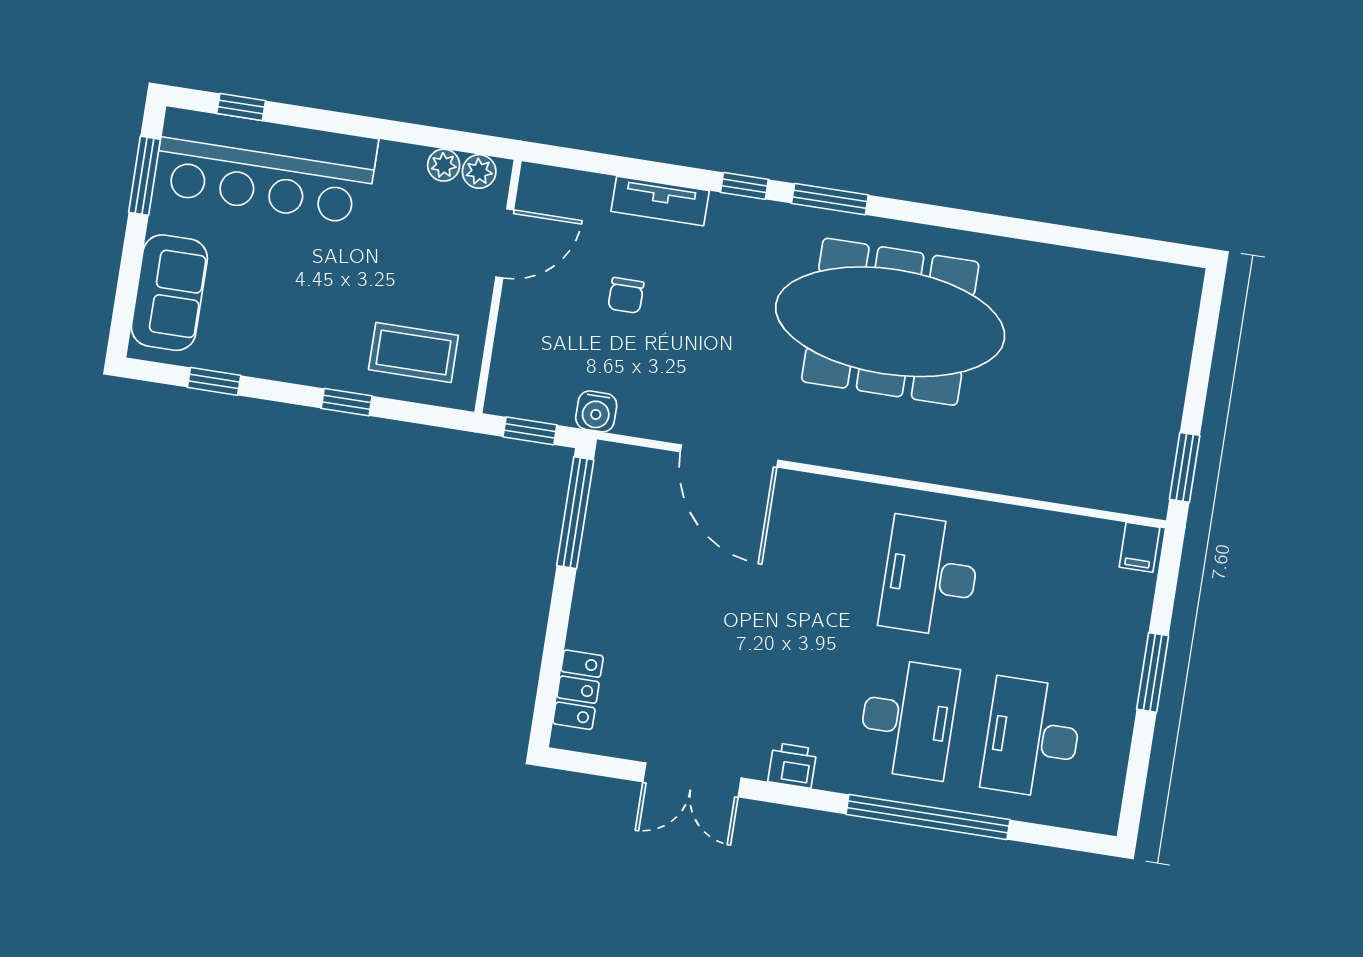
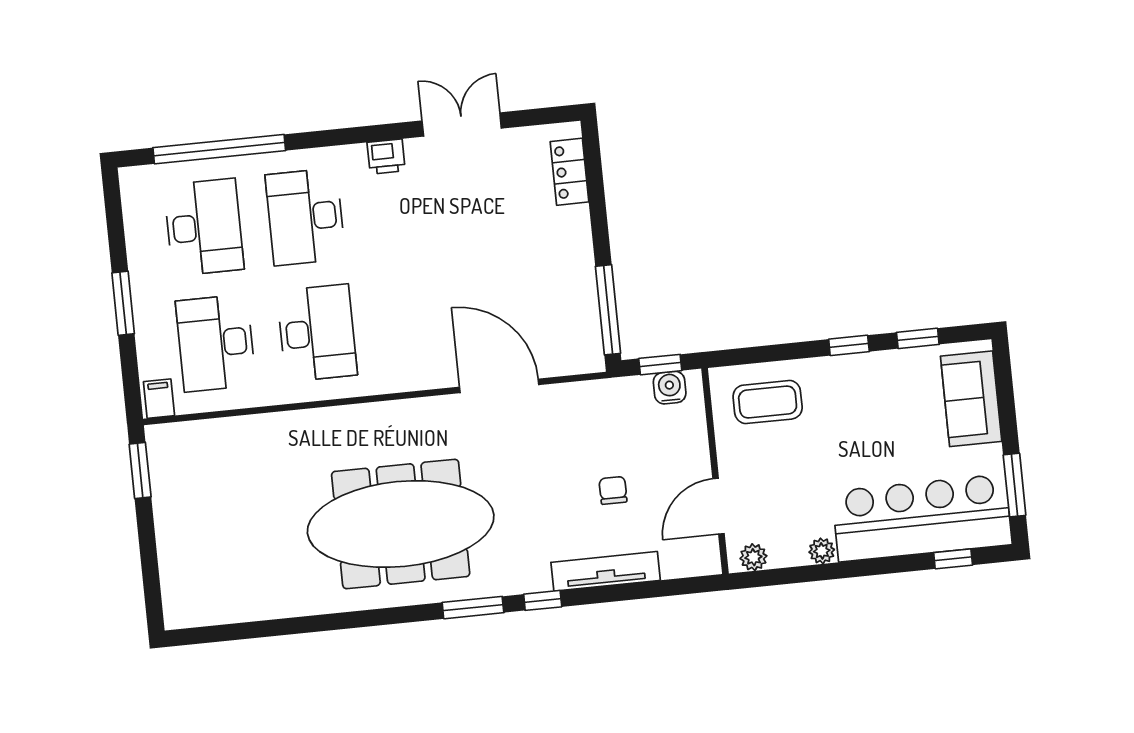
plant: (444, 165) -> (822, 551), moved
tv unit: (660, 201) -> (606, 571), width x1.41
window: (347, 402) -> (849, 345), moved
water cooler: (596, 411) -> (670, 388), moved
desk: (1054, 596) -> (216, 343), added
window: (928, 817) -> (219, 149), moved

